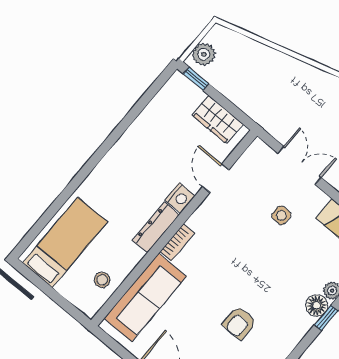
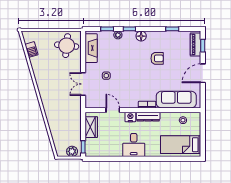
desk: (129, 165) -> (134, 145), added
door: (216, 178) -> (113, 110), swing flipped
floor lamp: (317, 305) -> (141, 36), moved

